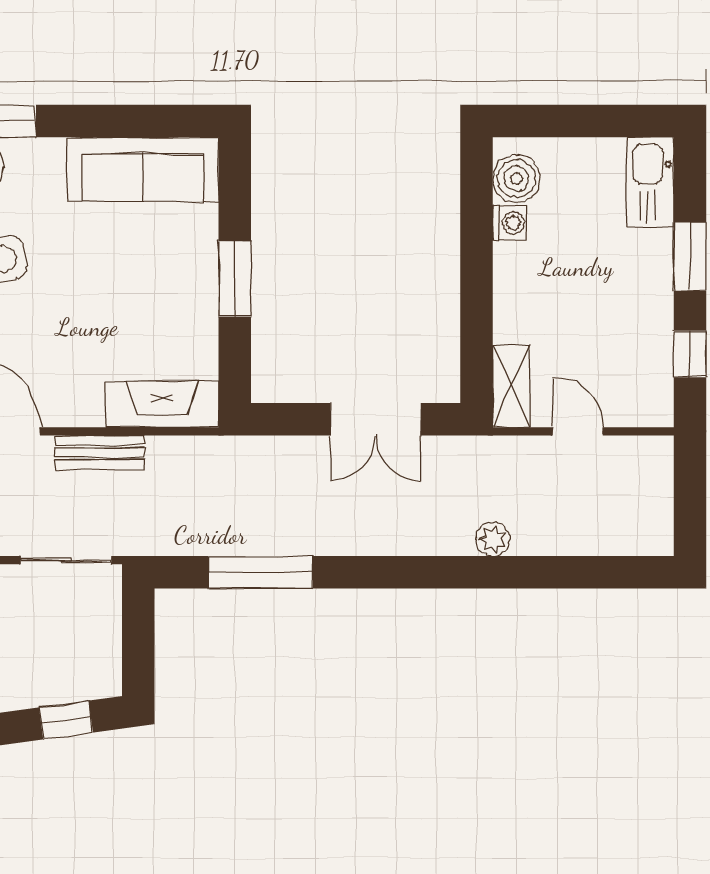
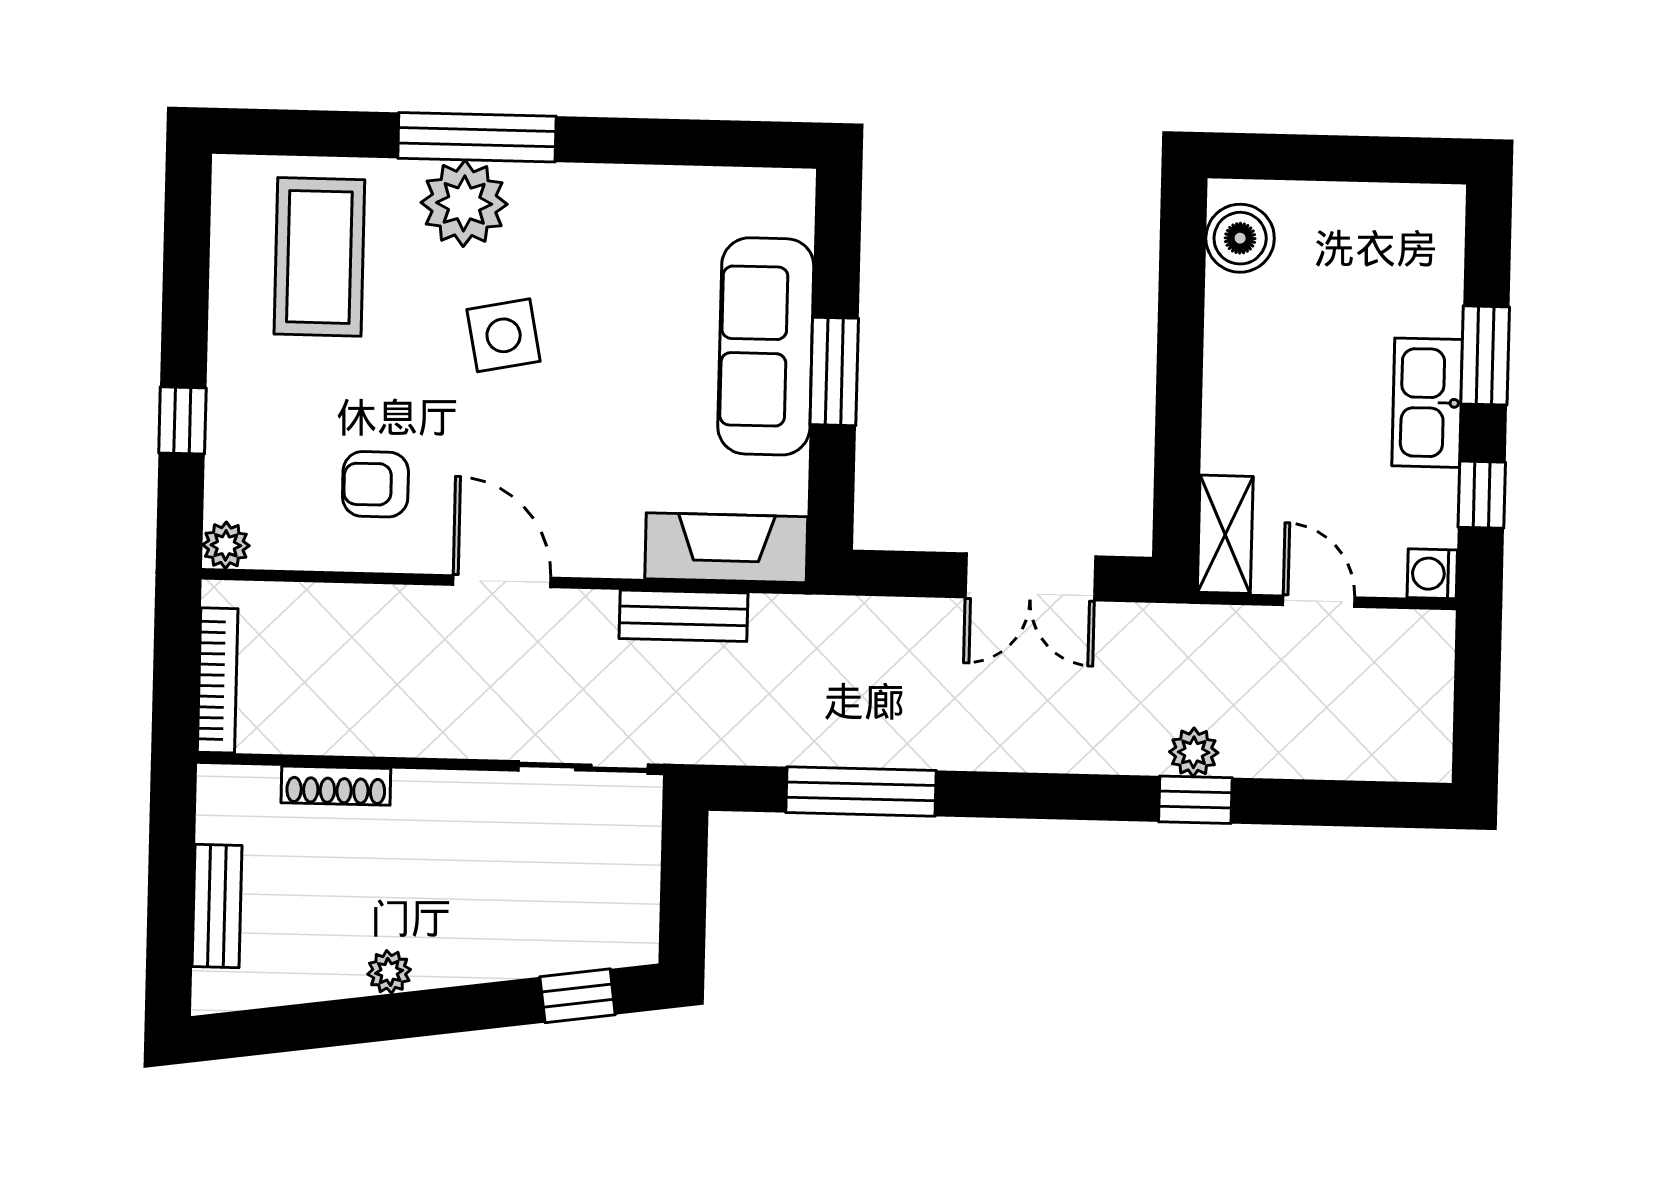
sofa: (143, 169) -> (766, 346), moved, turned 90
kitchen sink: (650, 182) -> (1427, 403), moved
washing machine: (510, 223) -> (1432, 574), moved, turned 180
bench: (100, 452) -> (684, 616), moved
window: (495, 572) -> (1195, 800), added

